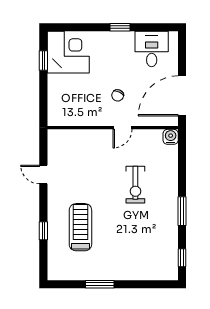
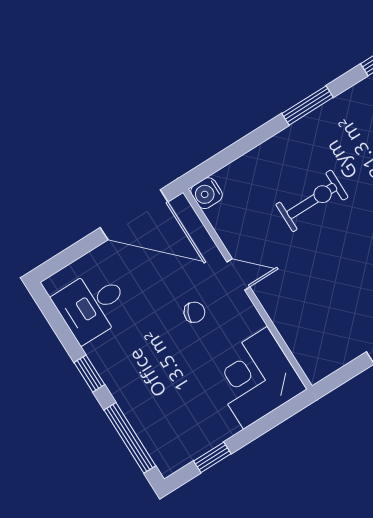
window: (77, 27) -> (130, 438), added
corner desk: (68, 52) -> (255, 378), moved

